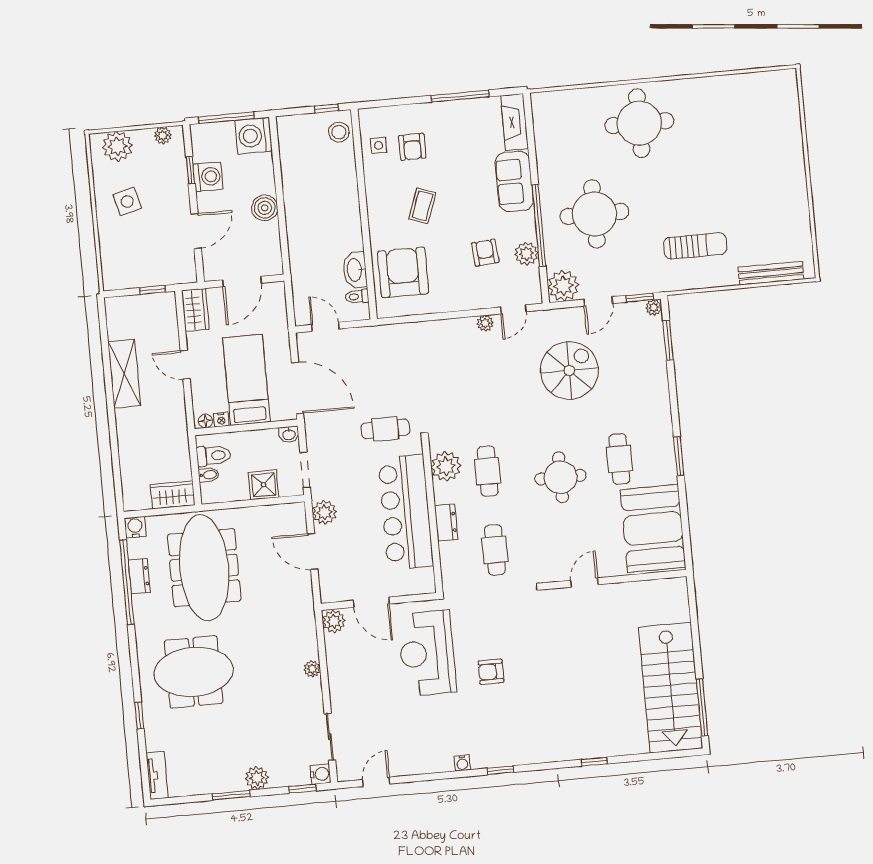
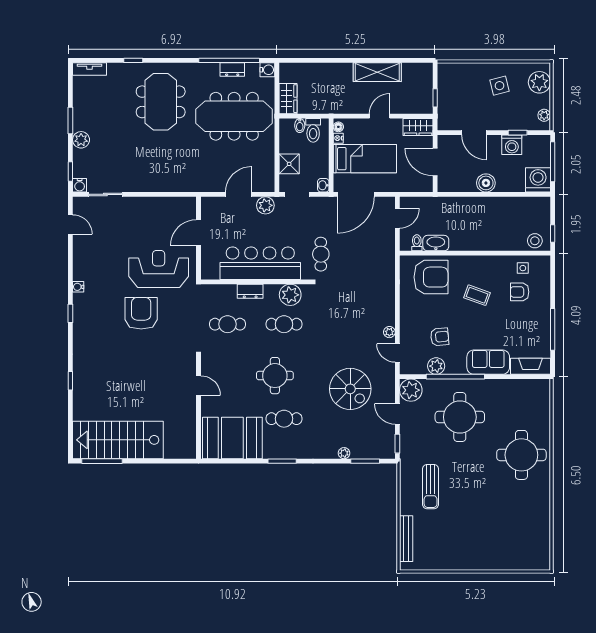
plant: (654, 307) -> (344, 453), moved
plant: (334, 621) -> (187, 205), removed
plant: (312, 669) -> (155, 186), removed
armchair: (491, 672) -> (141, 313), width x1.88, depth x1.88

